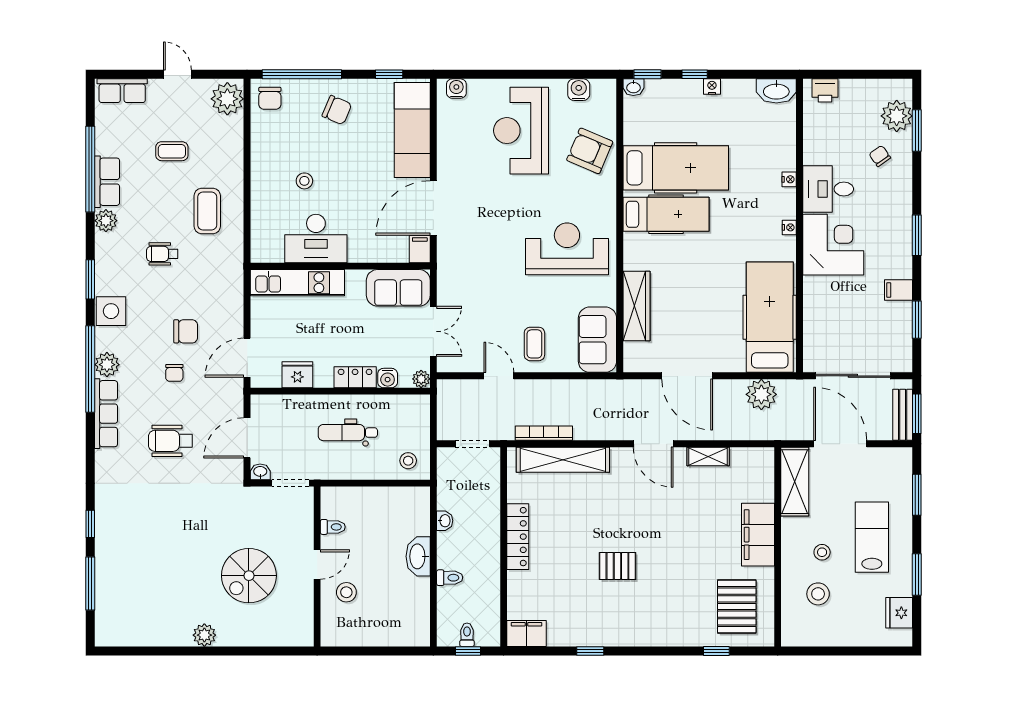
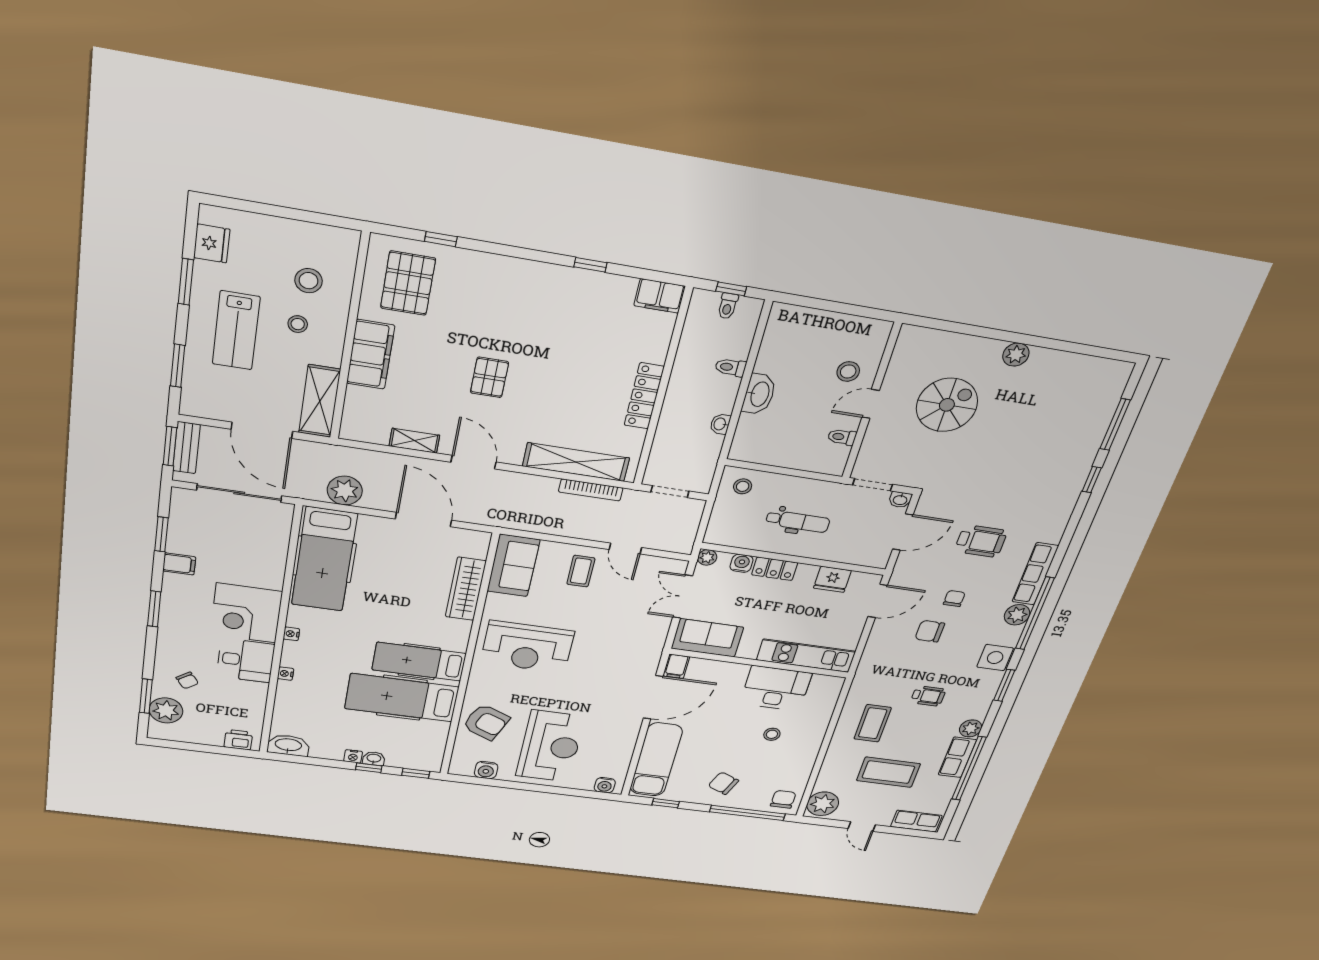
washbasin: (633, 87) -> (374, 758), moved
coffee table: (172, 151) -> (888, 772), width x1.86, depth x1.72
pallet: (617, 566) -> (489, 377), moved, turned 90

